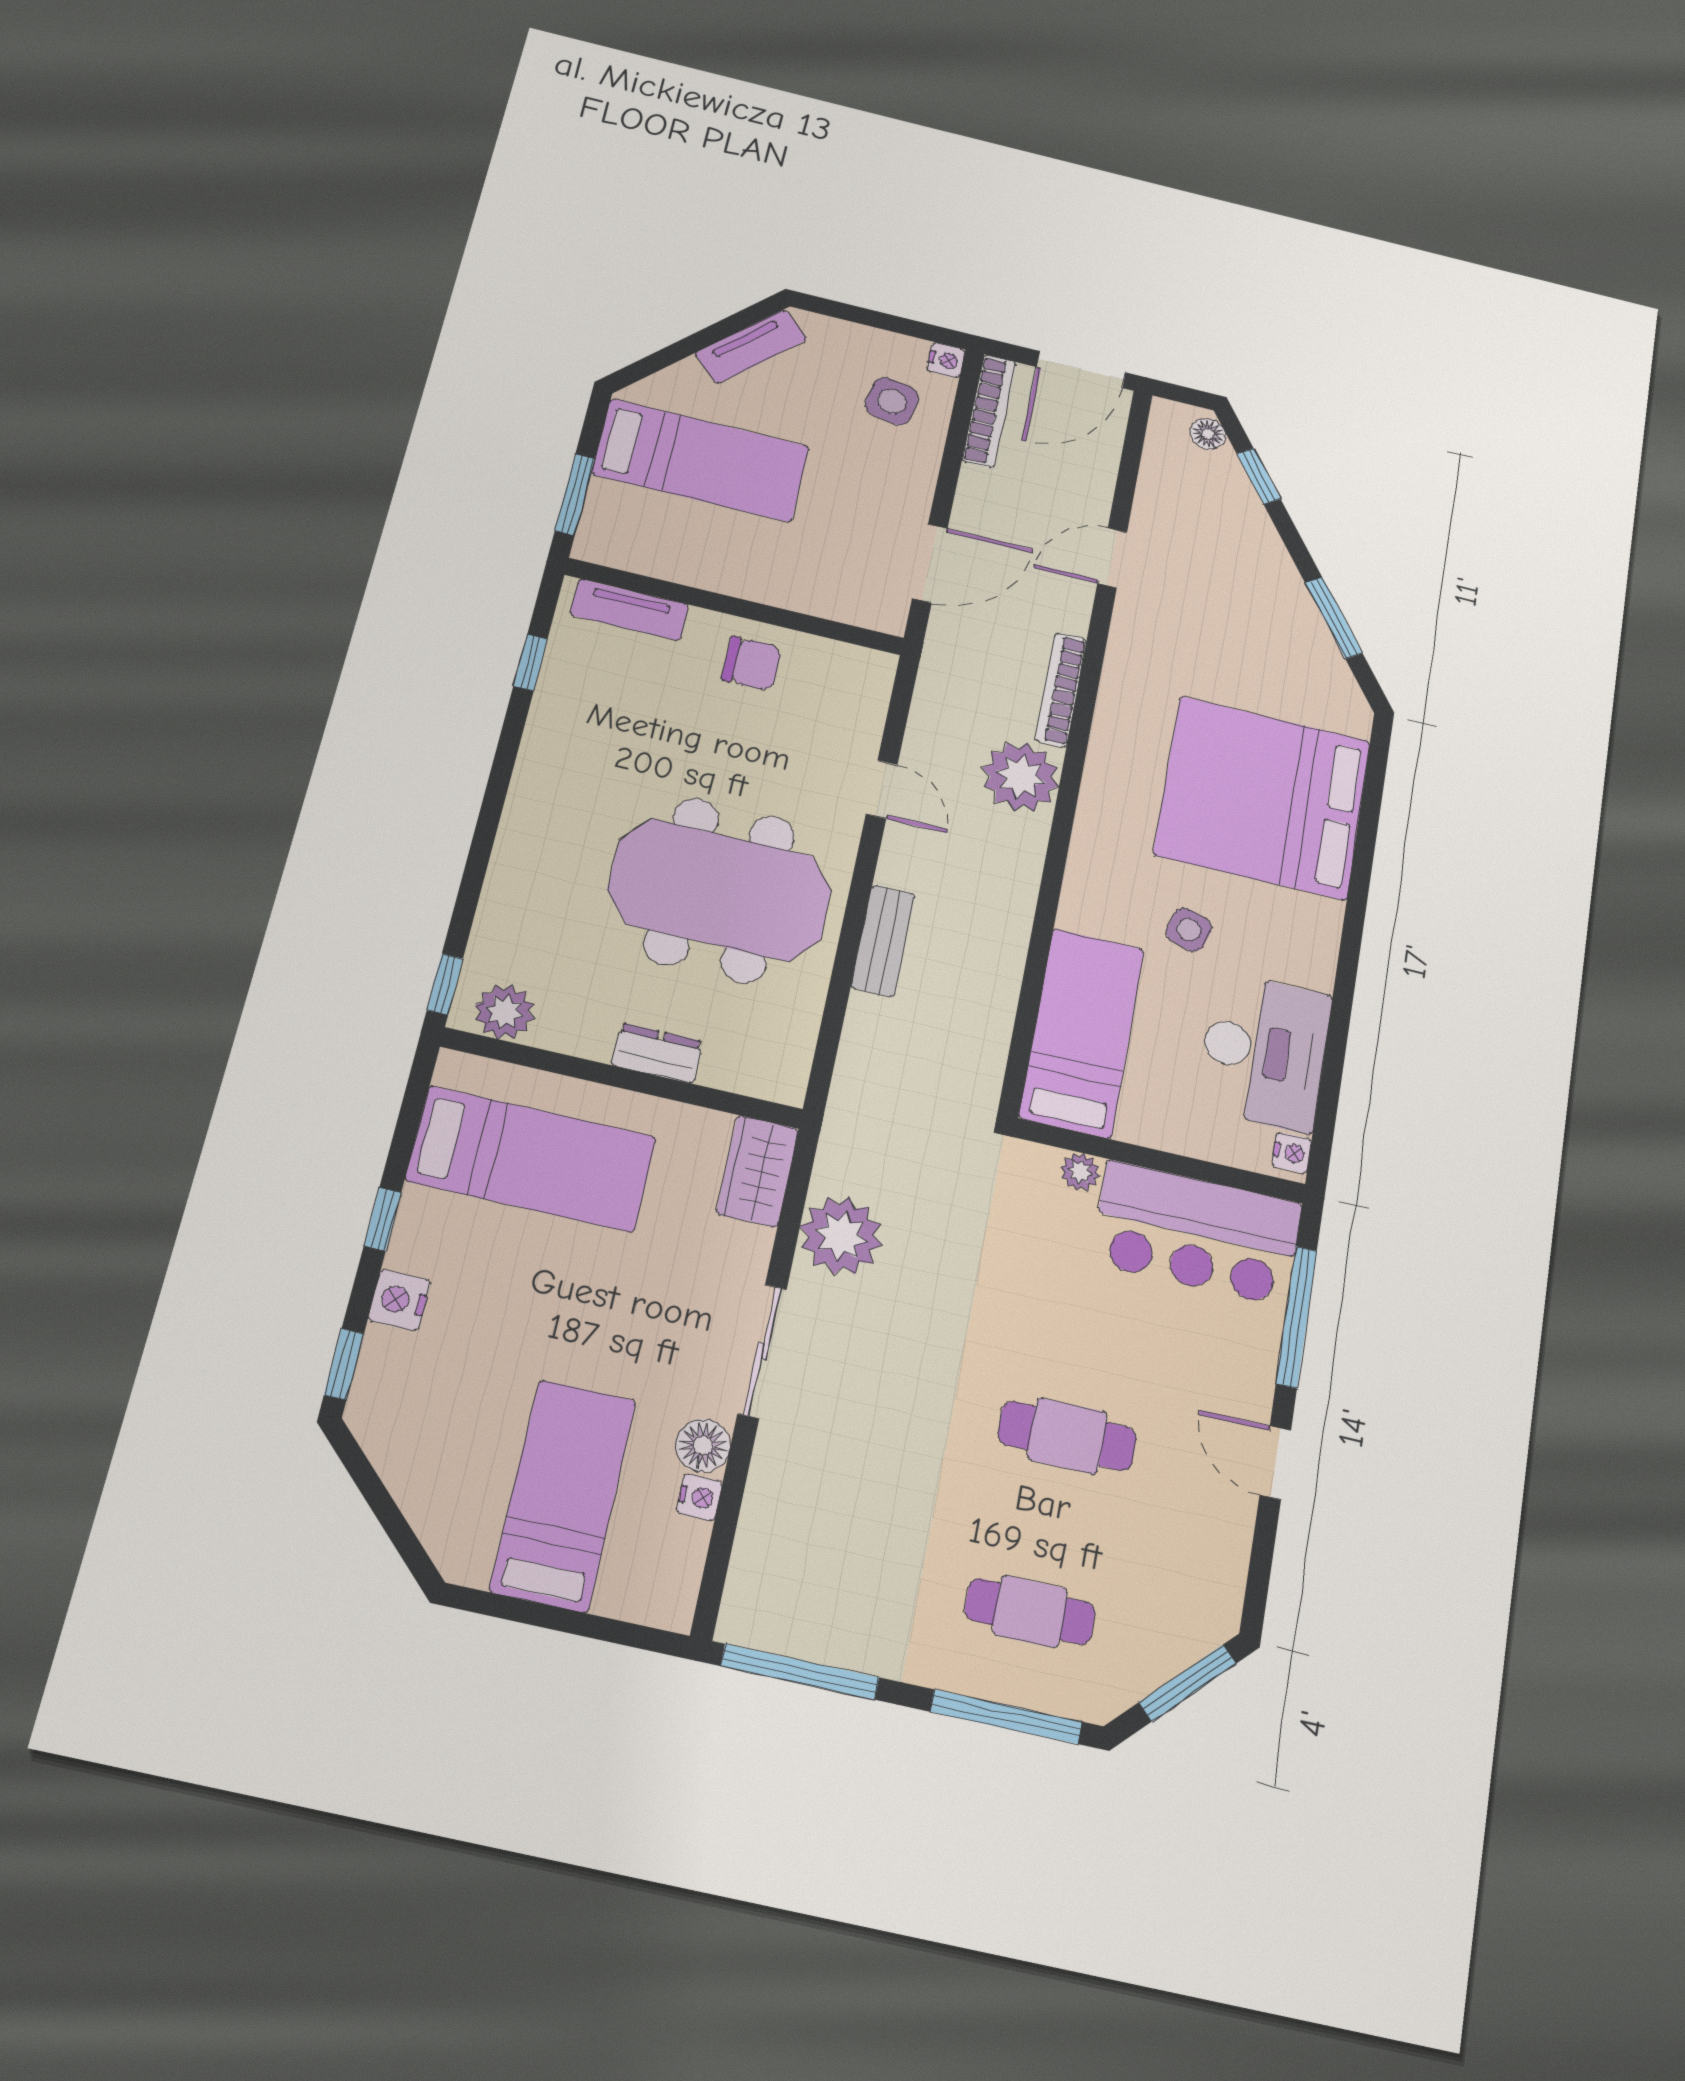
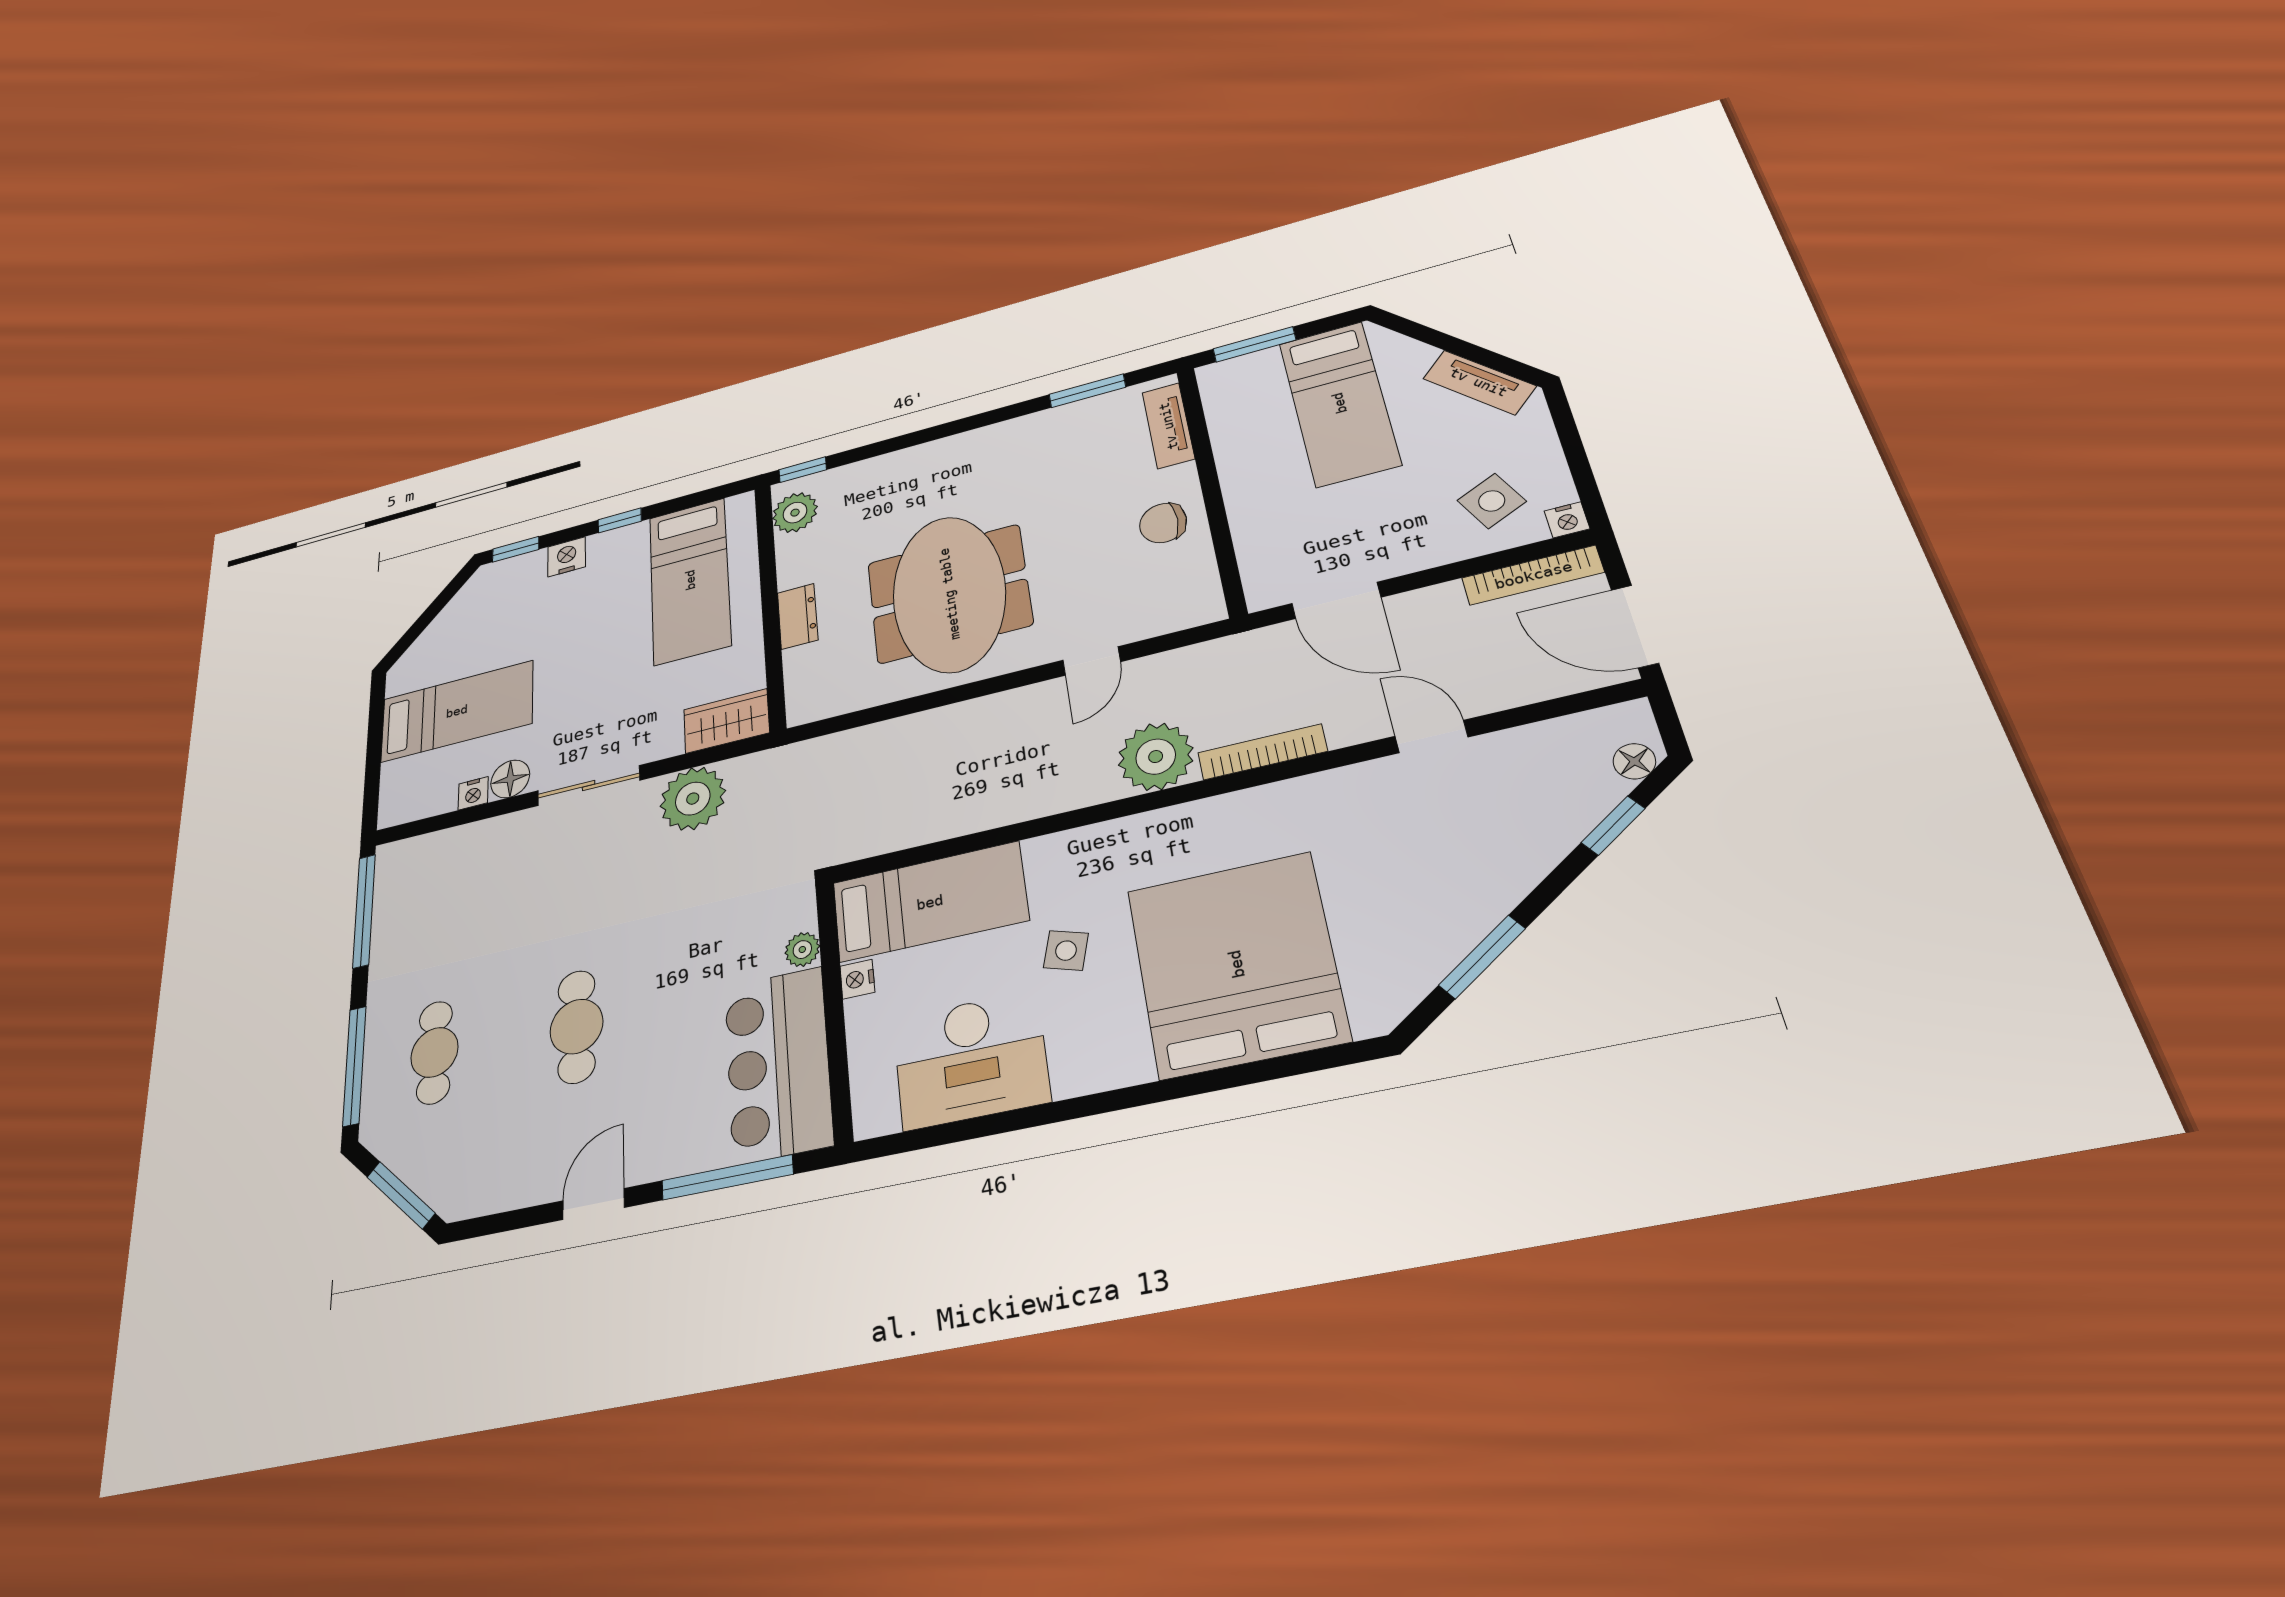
side table: (892, 401) -> (1492, 501), turned -36
window: (530, 663) -> (1087, 391), width x1.50
chair: (752, 664) -> (1163, 523), turned 90
bench: (883, 941) -> (953, 721), removed
nightstand: (1292, 1153) -> (857, 979), moved, turned 90

